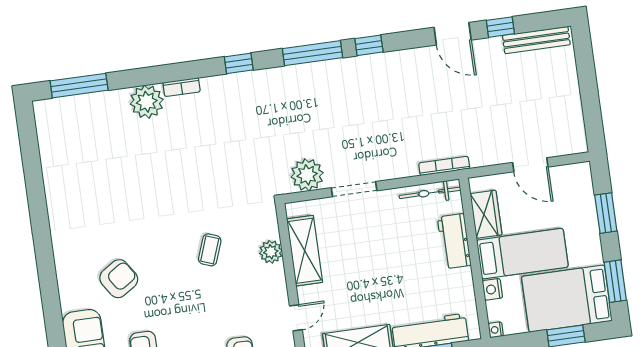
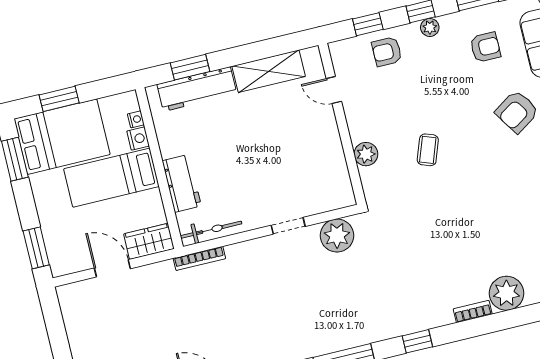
doorway: (354, 189) -> (288, 226), width x0.73
window: (606, 213) -> (36, 248), moved
wardrobe: (486, 214) -> (149, 241), moved, turned 90
shelving: (305, 251) -> (332, 159), removed
door: (296, 318) -> (334, 90), hinge flipped
nightstand: (496, 330) -> (136, 119), moved

